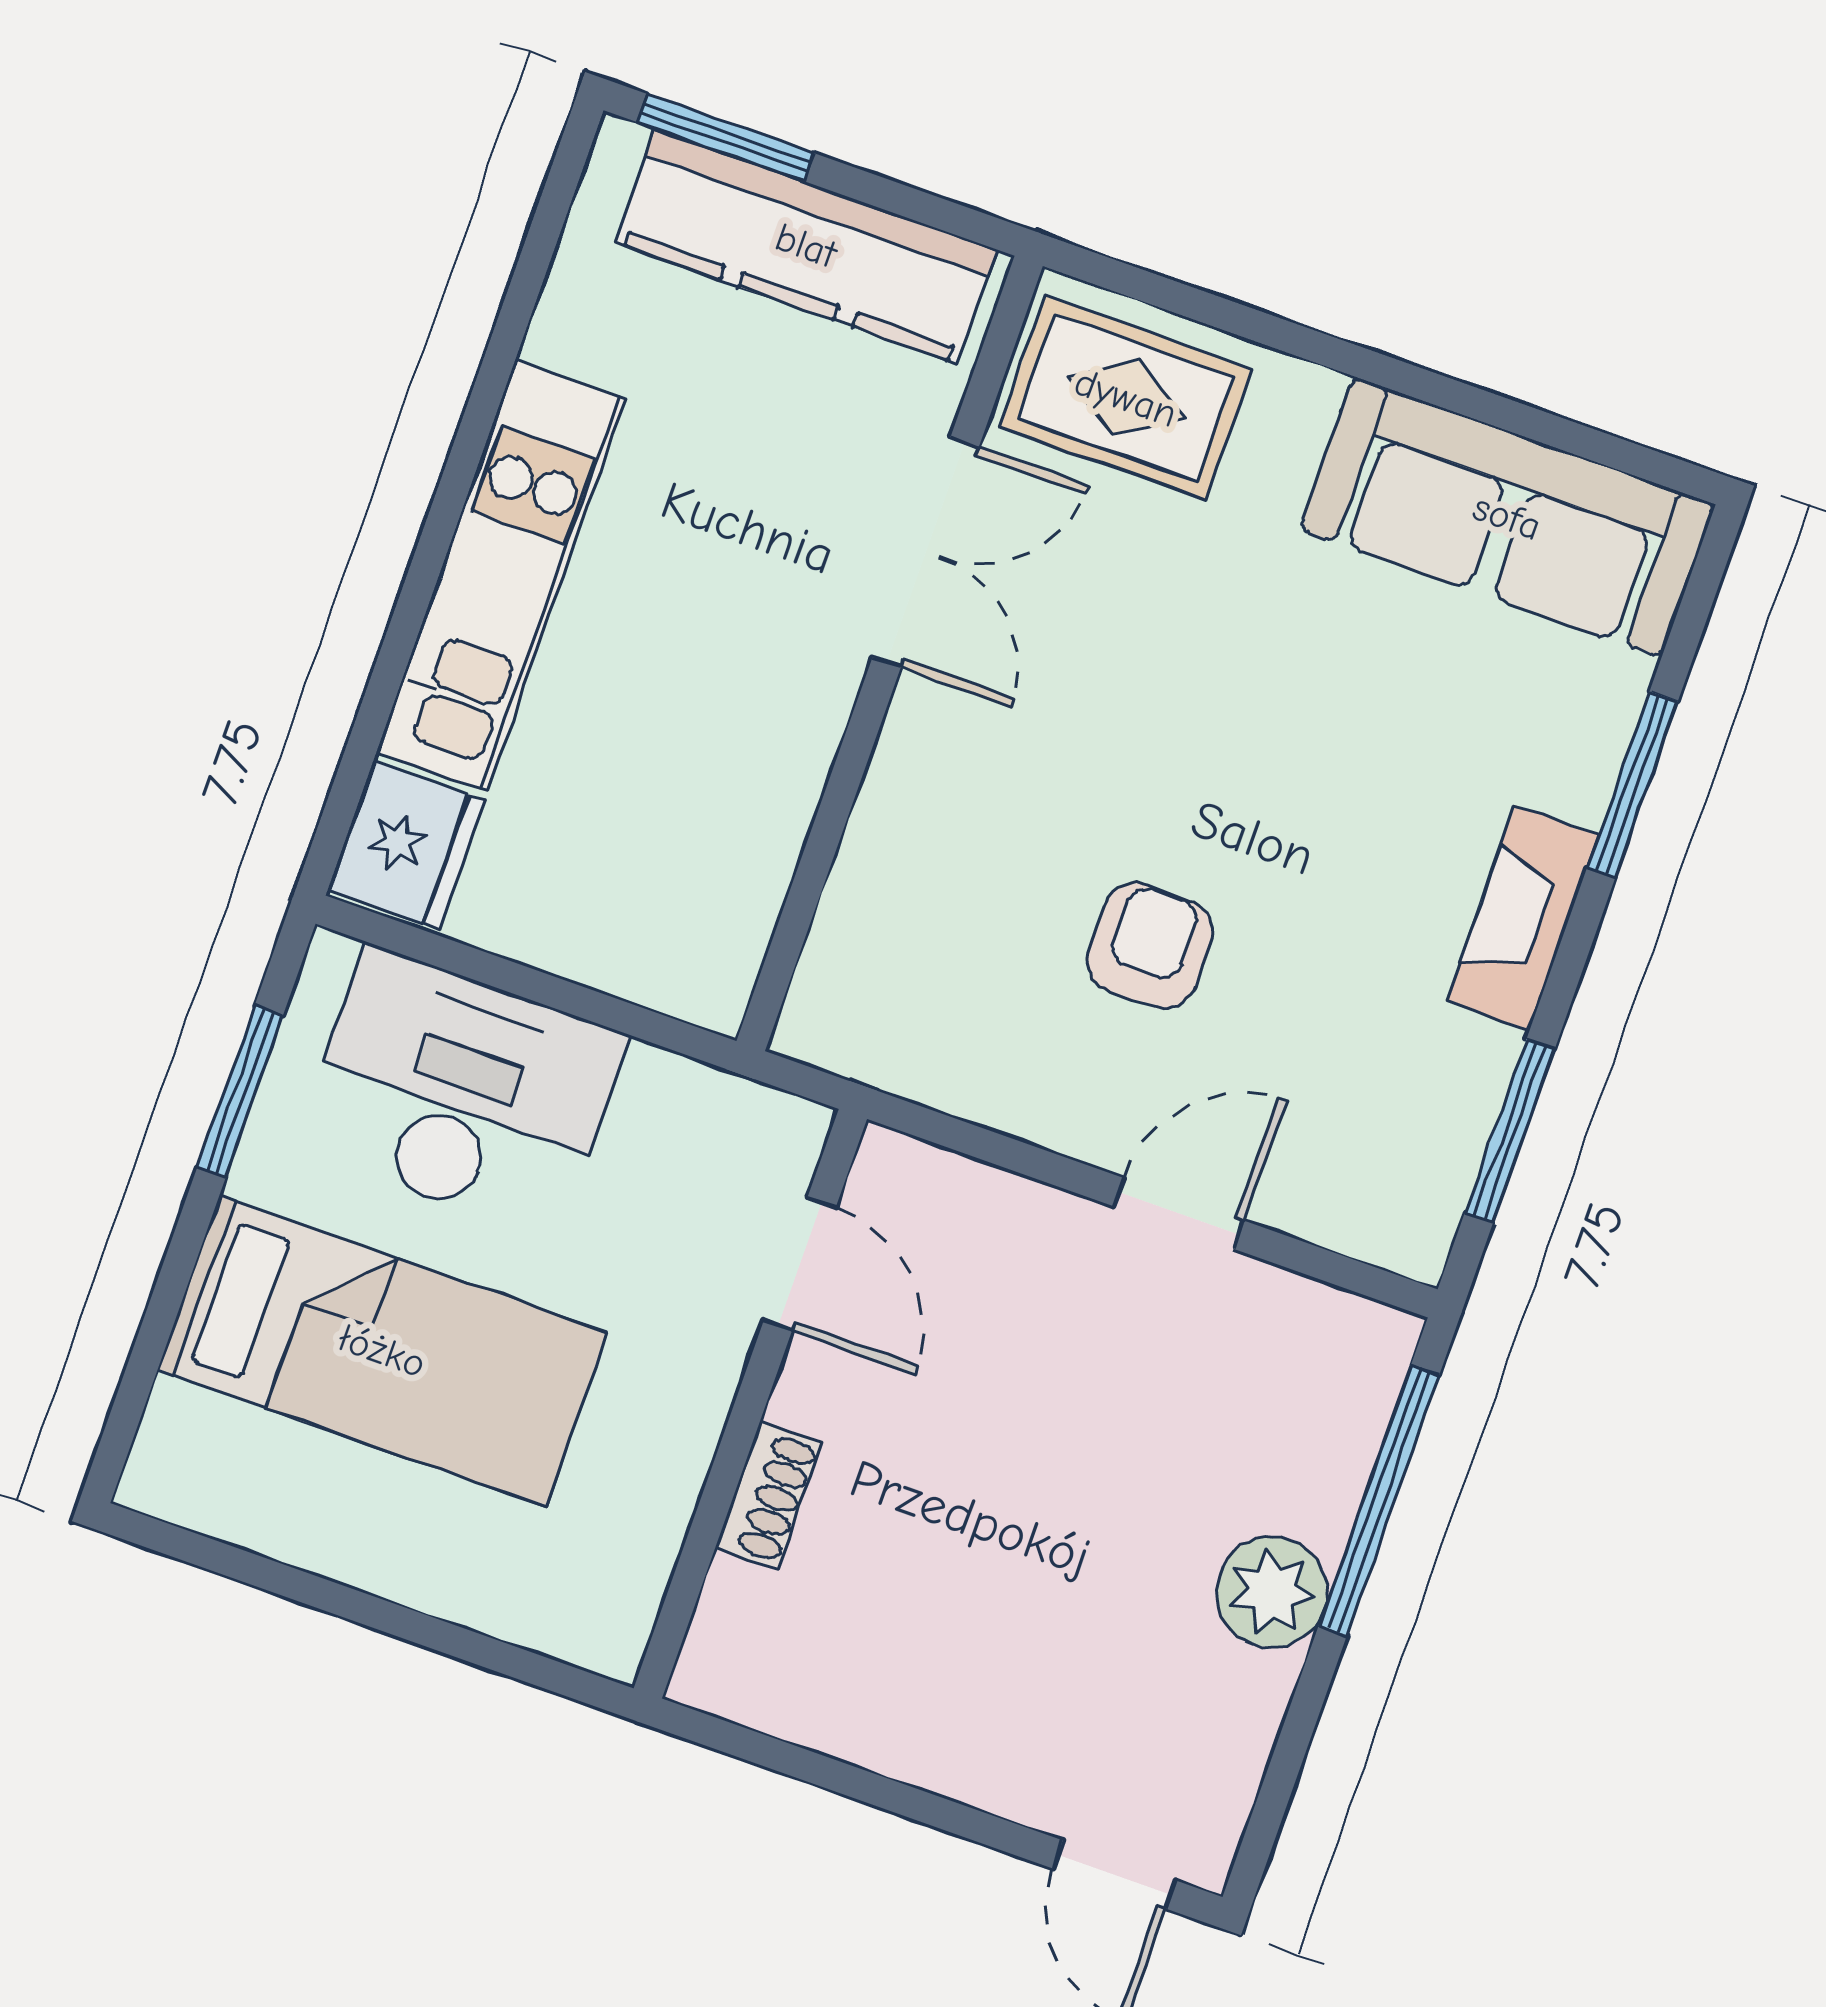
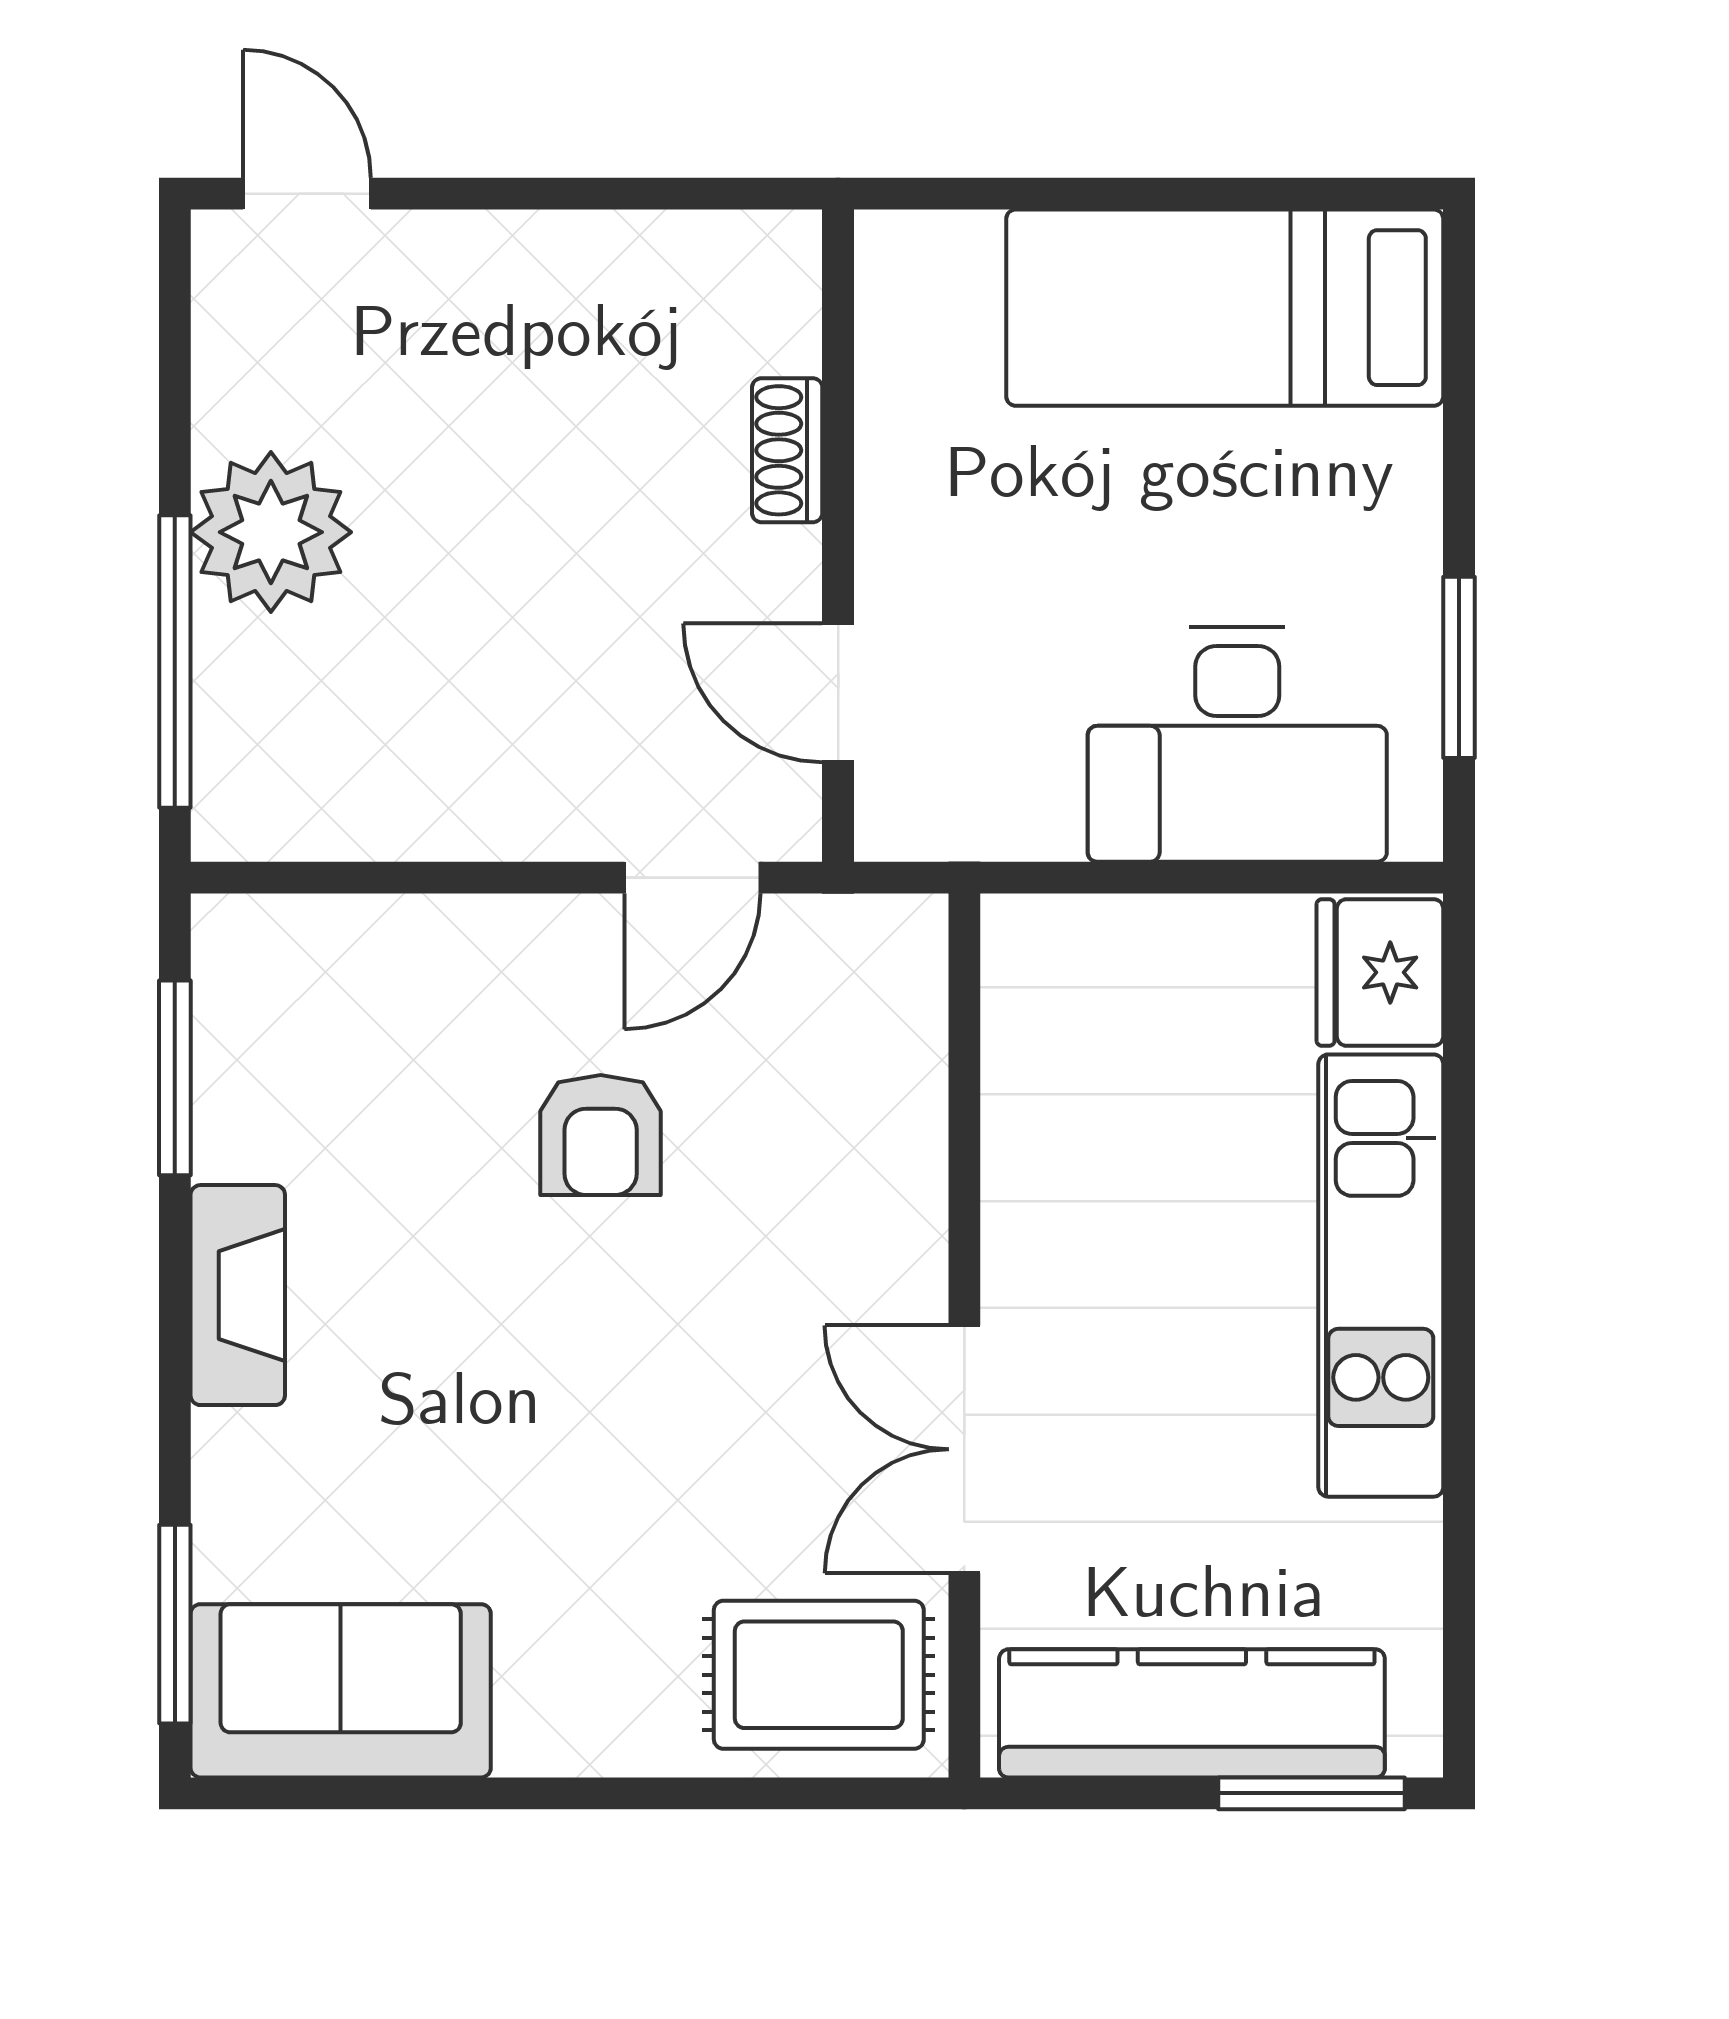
sofa: (1507, 517) -> (341, 1691), width x0.73
window: (1632, 785) -> (175, 1624), moved
door: (1179, 1213) -> (692, 878), moved
bed: (382, 1351) -> (1225, 308), moved
plant: (1272, 1592) -> (271, 532), width x1.36, depth x1.36

